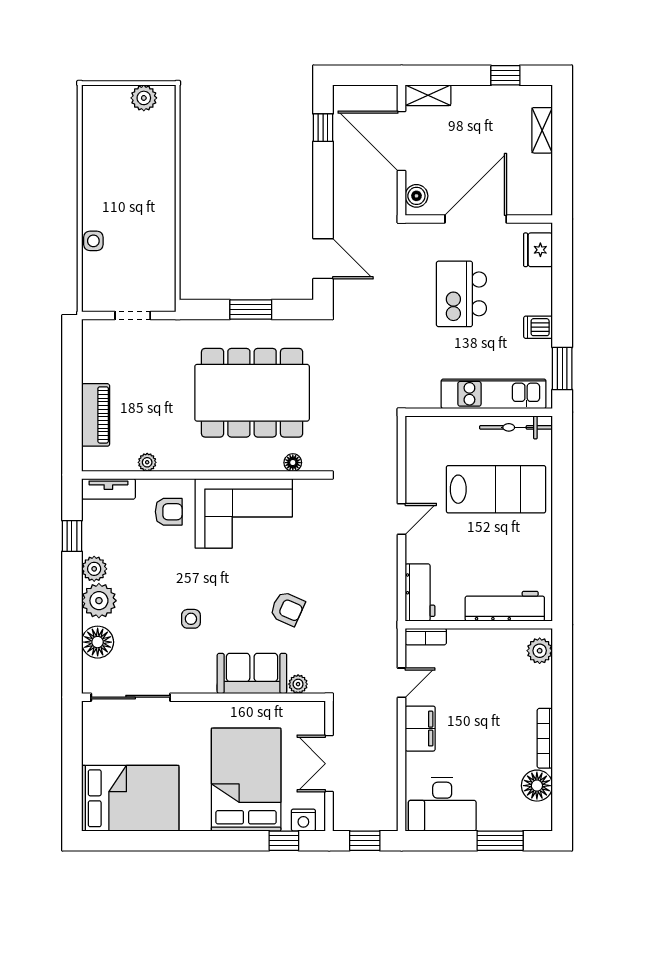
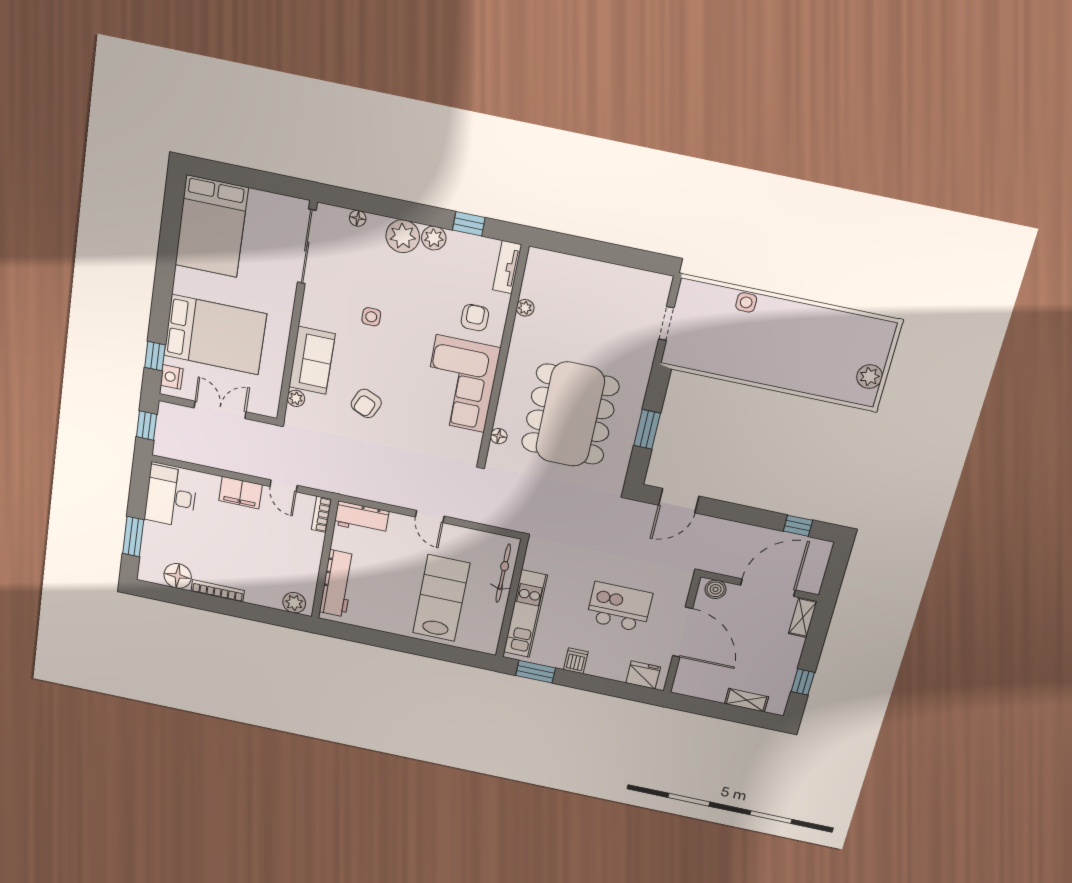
piano: (96, 415) -> (580, 270), removed
bicycle: (516, 427) -> (503, 573), moved
lab bench: (496, 489) -> (441, 598), turned 180
armchair: (169, 512) -> (475, 318), turned 180
floor lamp: (98, 642) -> (358, 218), width x0.53, depth x0.53

